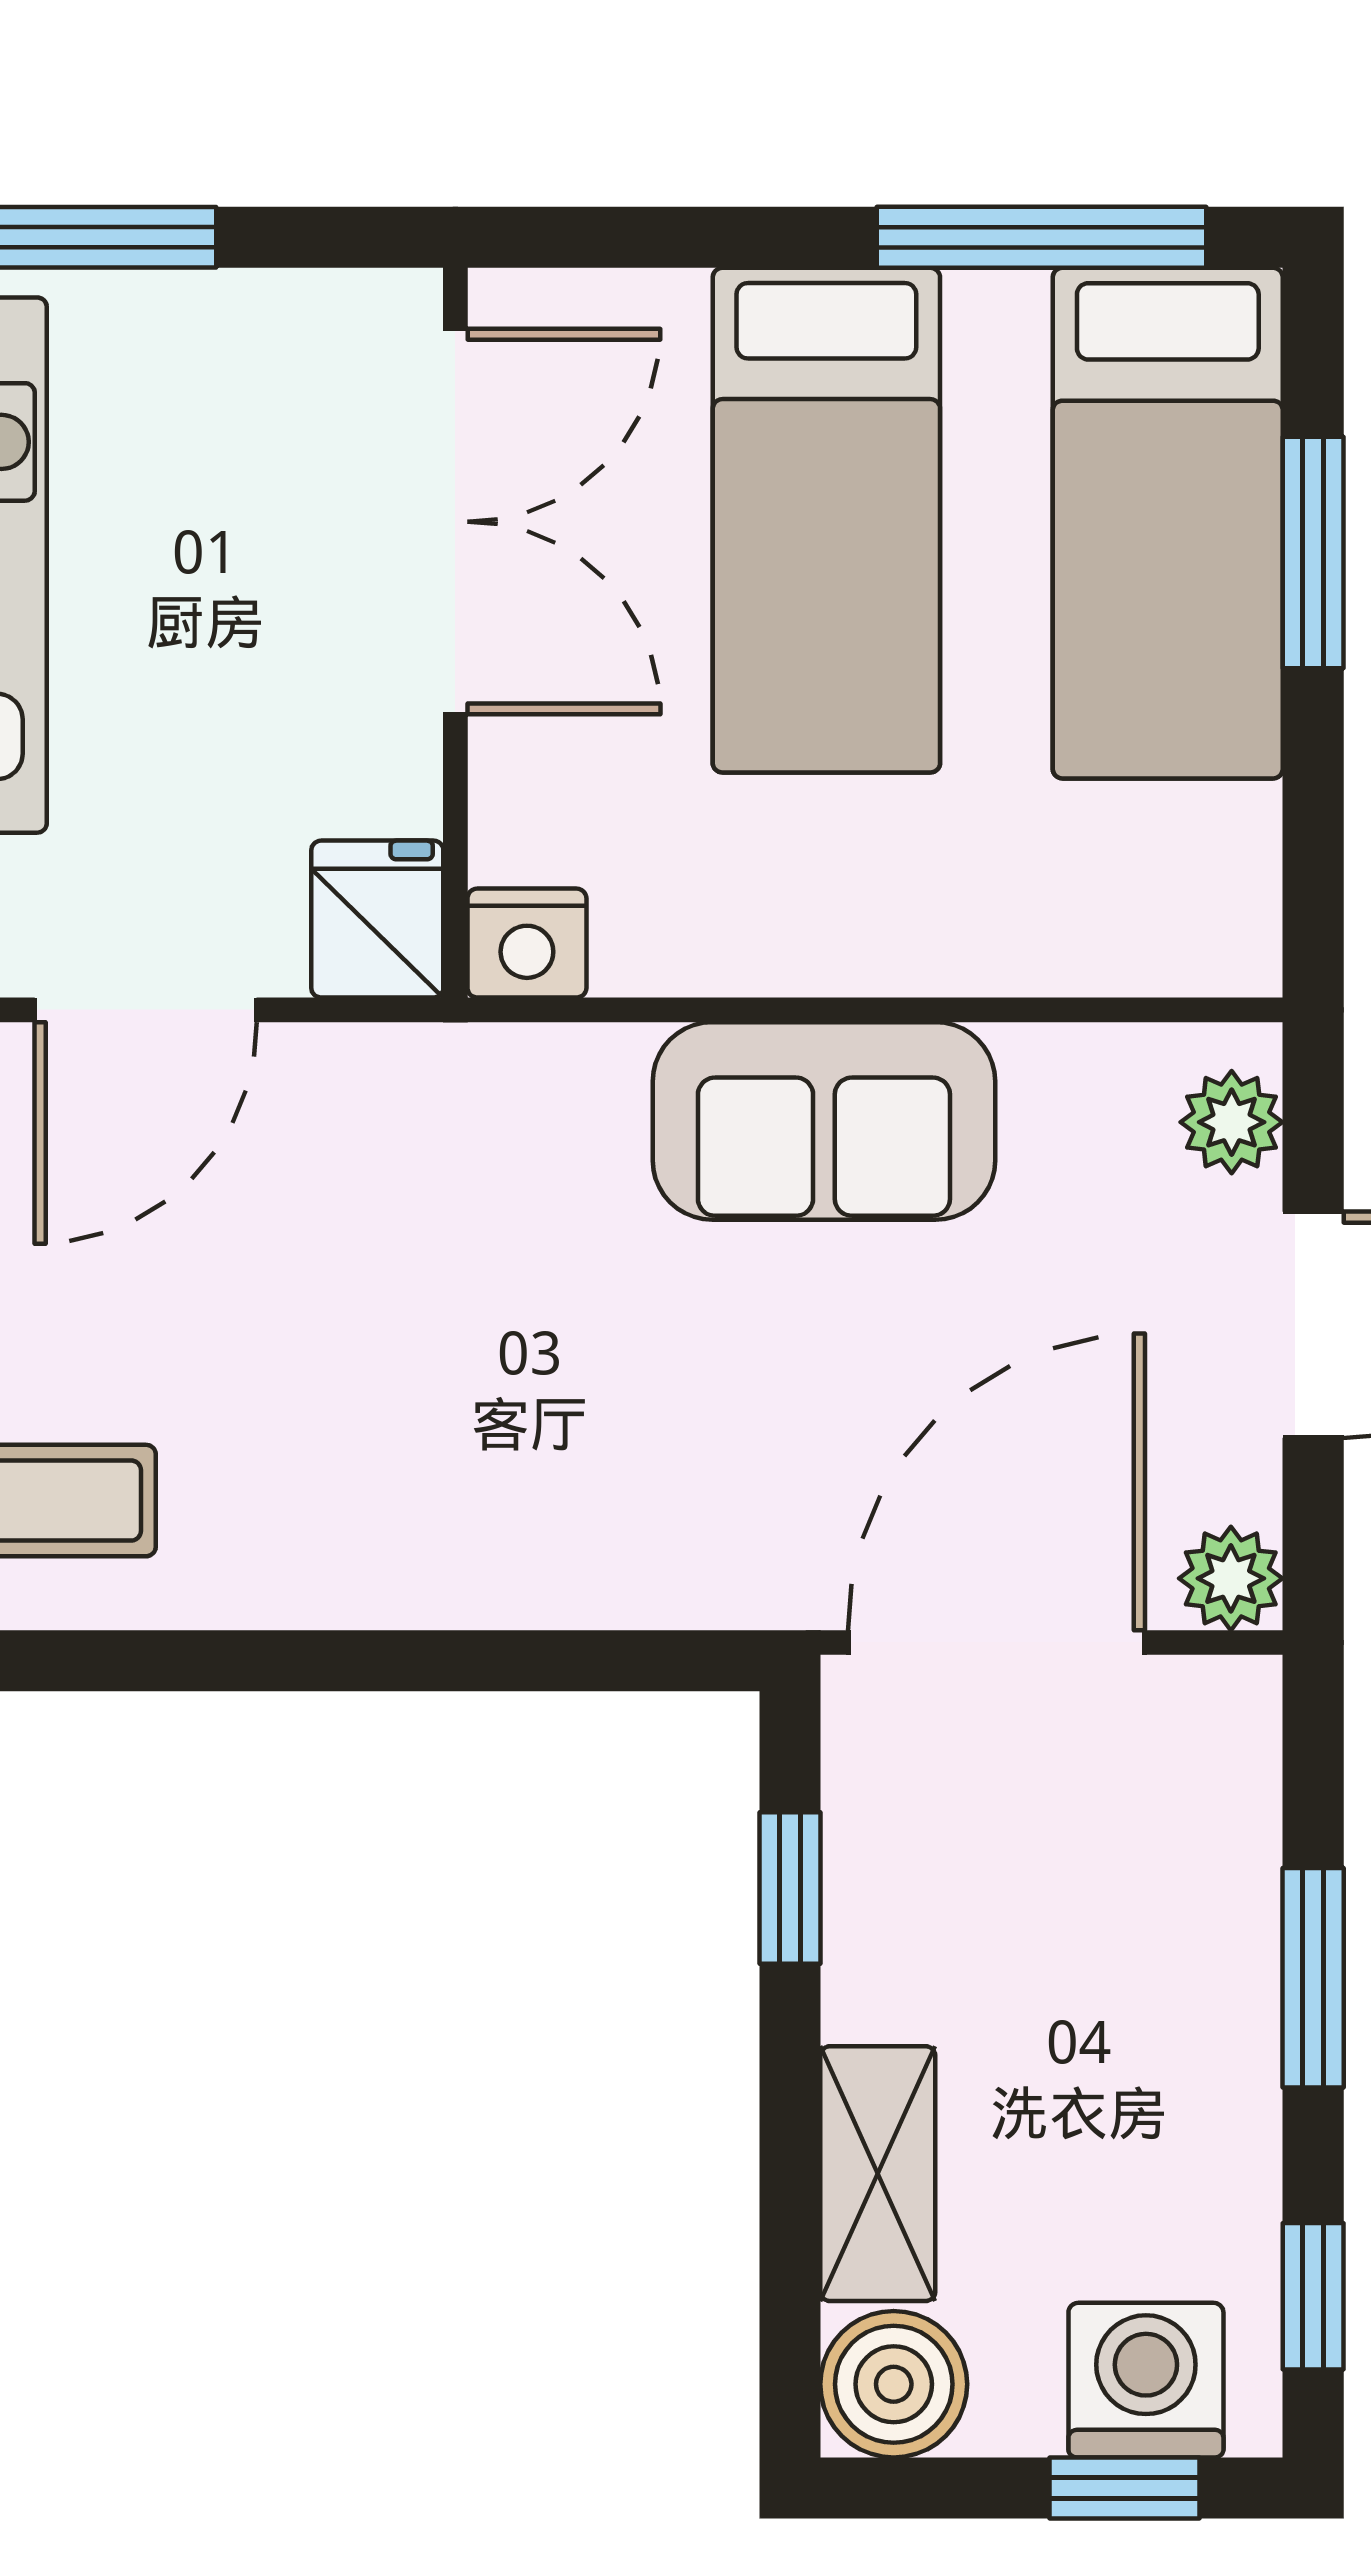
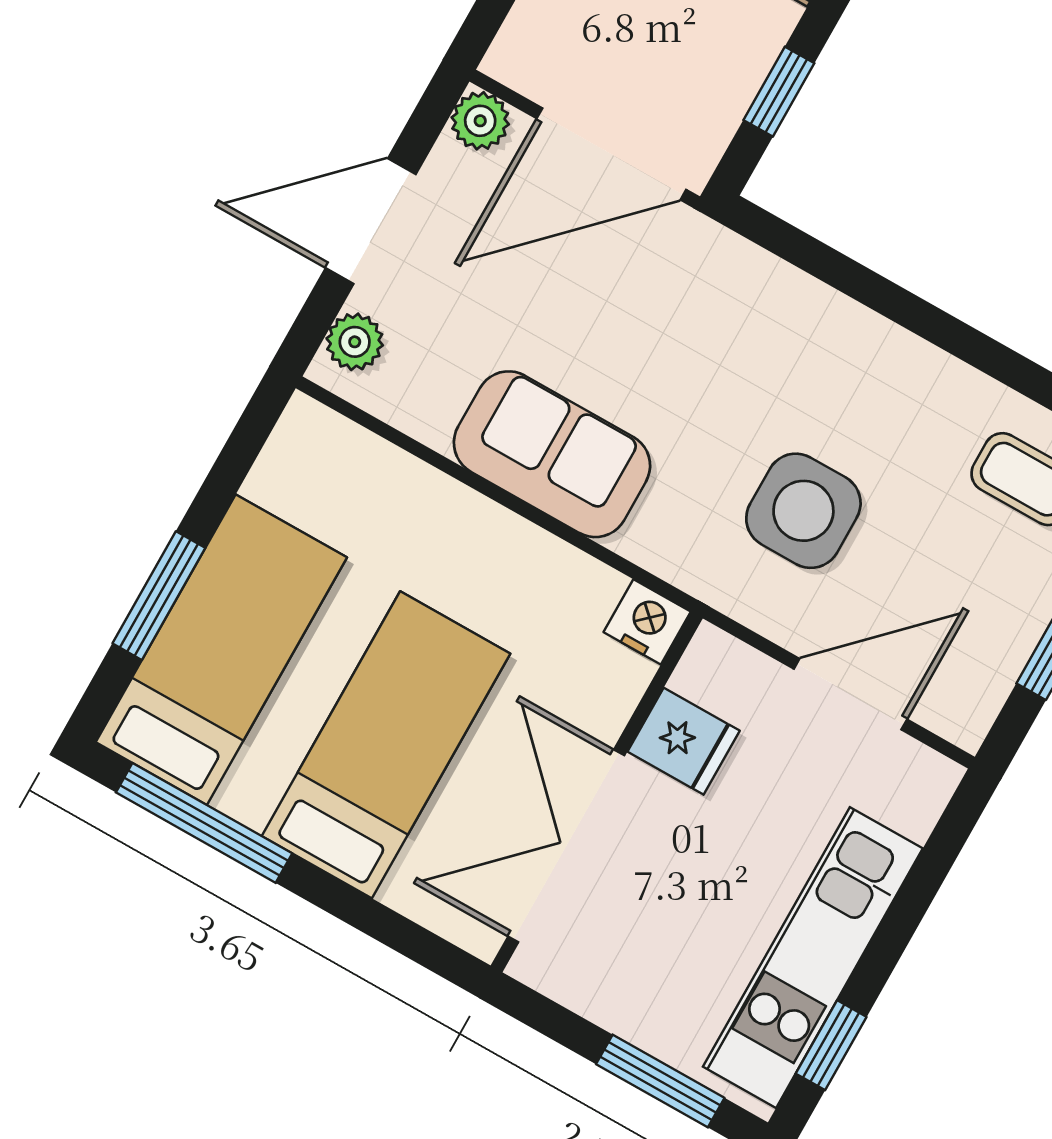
fridge: (377, 919) -> (684, 741), moved, turned -90
side table: (381, 1255) -> (803, 511), added

